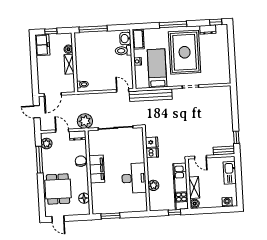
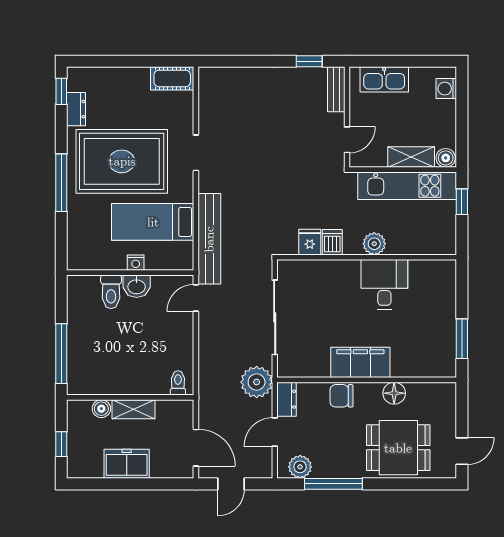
washbasin: (125, 39) -> (137, 286), moved
cot: (138, 39) -> (172, 78), moved
freezer: (42, 45) -> (127, 464), moved
desk: (134, 178) -> (384, 284), width x0.73
plant: (153, 185) -> (374, 244), moved
floor lamp: (84, 198) -> (394, 393), moved

